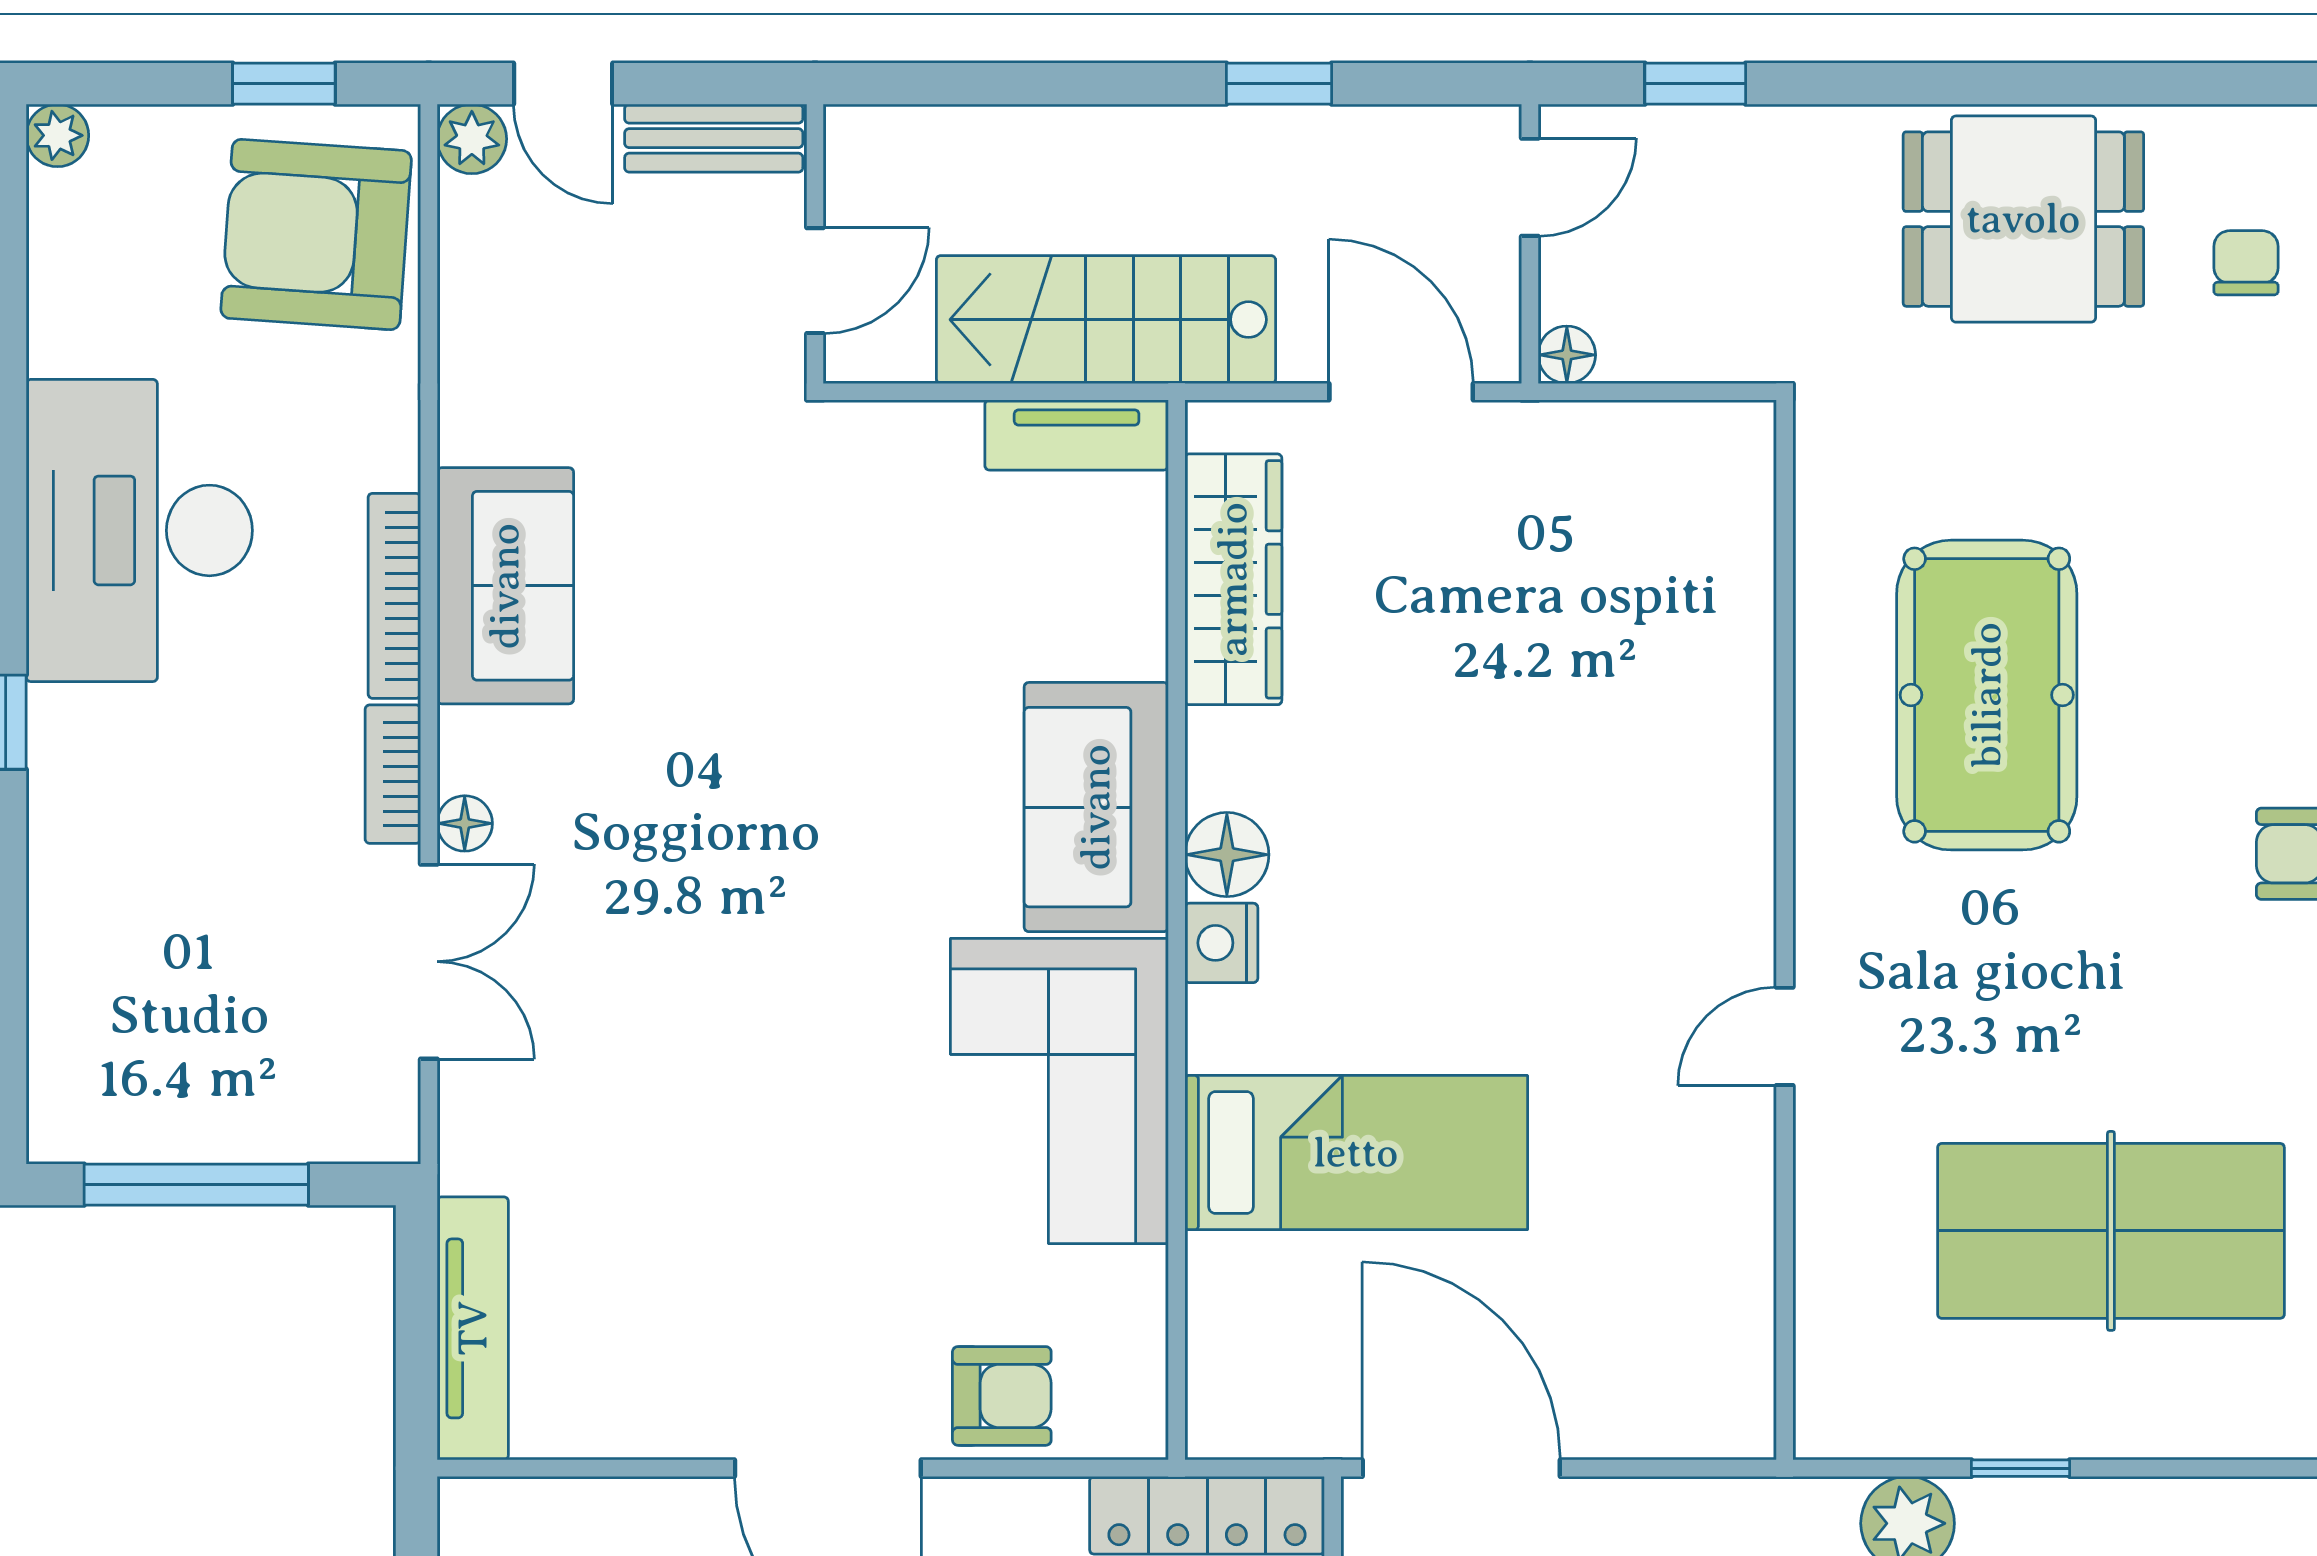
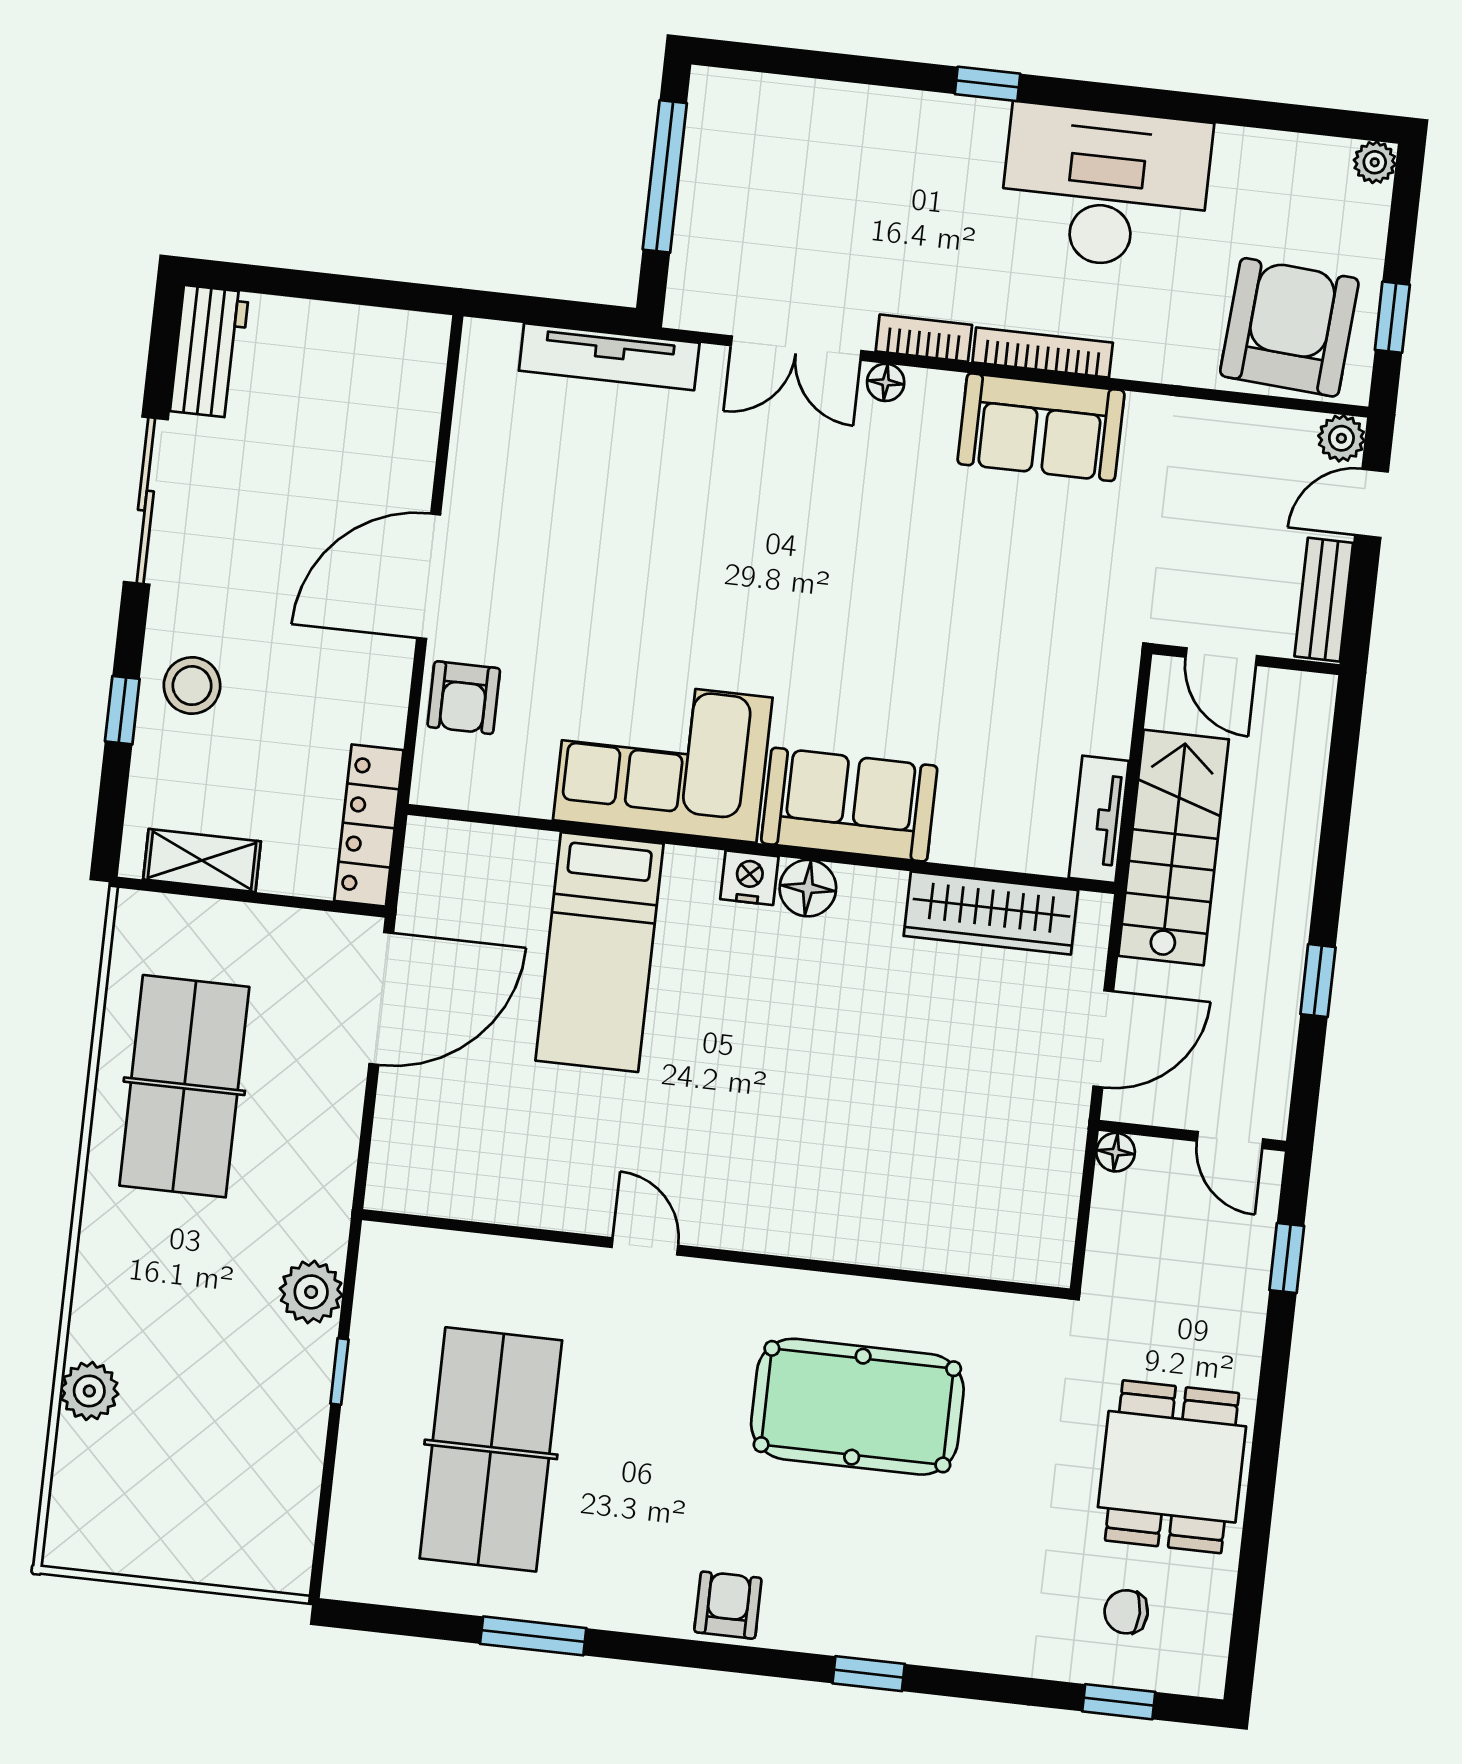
chair: (2246, 263) -> (1126, 1612), turned 180
tv unit: (473, 1328) -> (609, 357), moved

